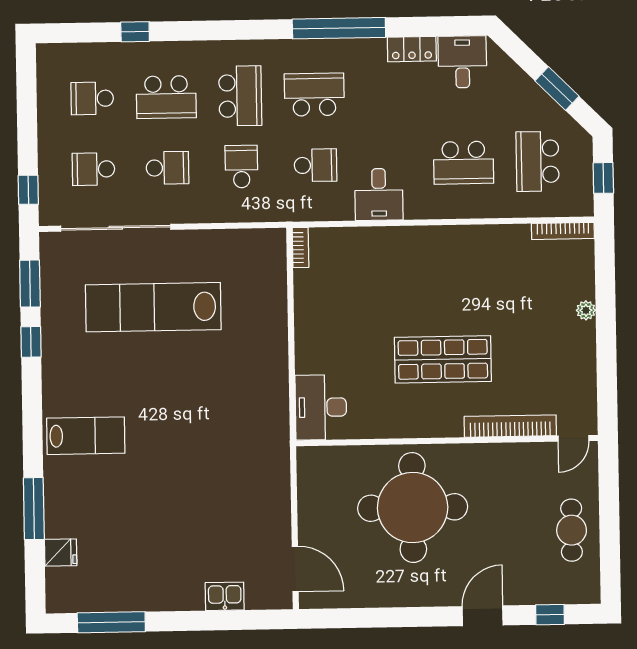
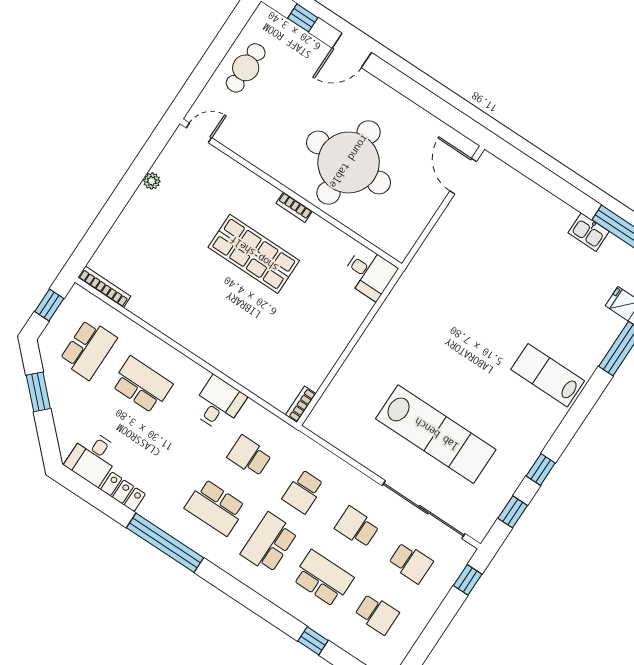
window: (30, 284) -> (513, 512), width x0.67
plant: (586, 310) -> (152, 181), moved
desk: (321, 407) -> (369, 273), width x0.73
bookcase: (510, 426) -> (294, 207), moved, width x0.43, depth x0.76
kitchen sink: (225, 596) -> (589, 232), moved

